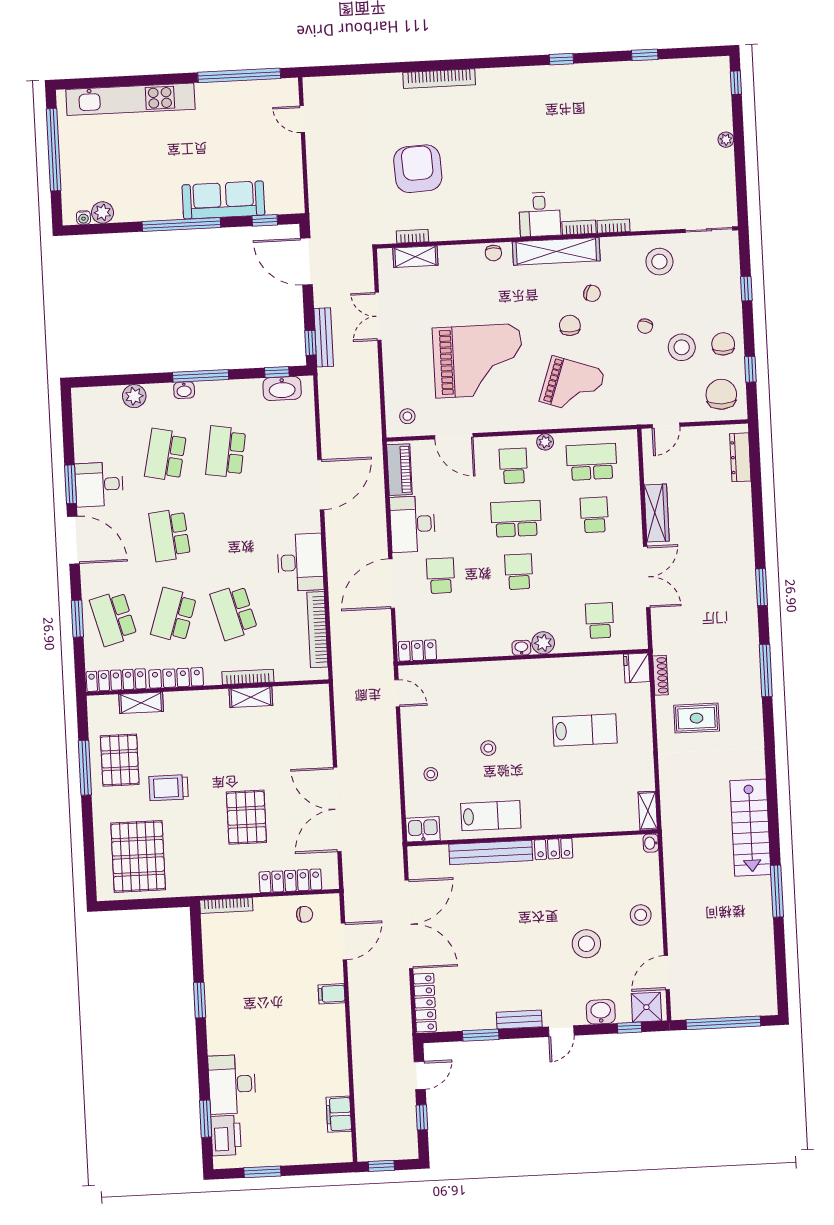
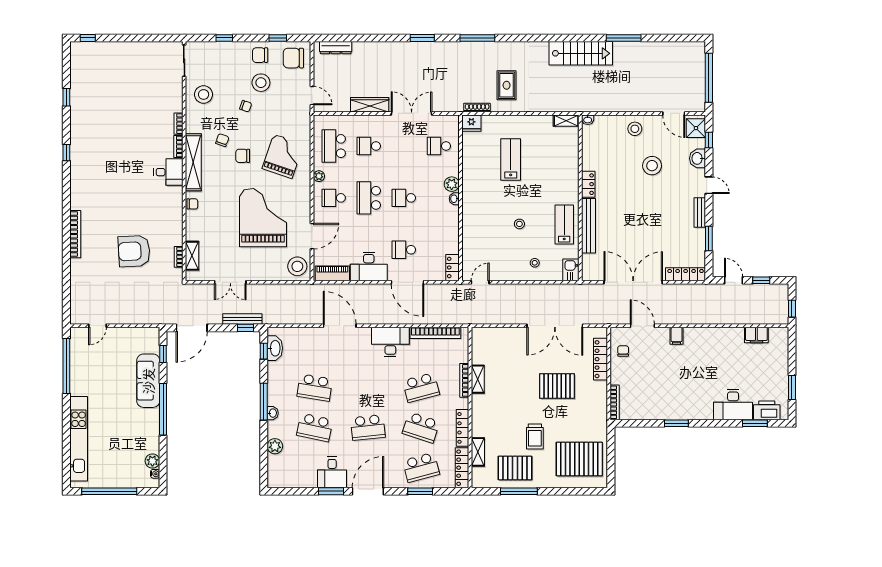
plant: (726, 140) -> (125, 46), removed
stool: (407, 416) -> (297, 266), width x1.89, depth x1.89

